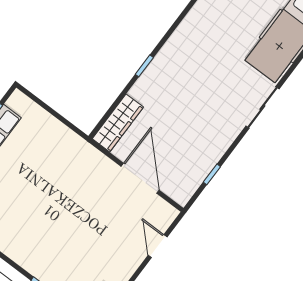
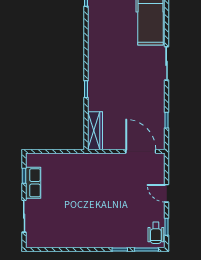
door: (140, 178) -> (141, 151), moved
door: (158, 246) -> (167, 193), moved

